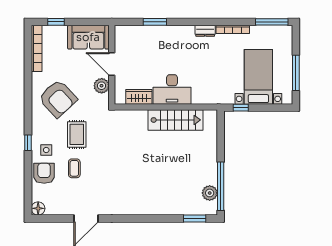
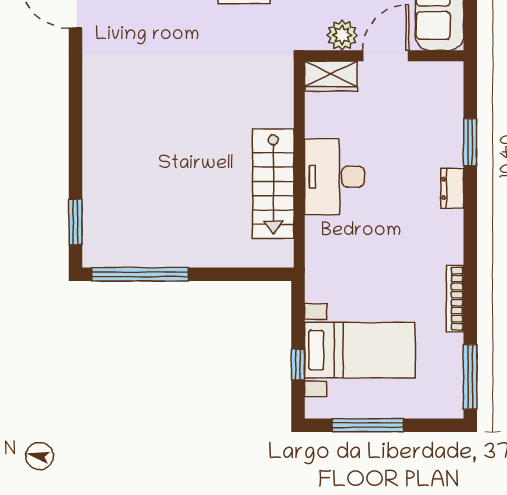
dresser: (205, 31) -> (452, 188), moved
wardrobe: (139, 97) -> (331, 76), moved, turned 90
window: (241, 108) -> (298, 365), moved
plant: (210, 193) -> (127, 252), removed

